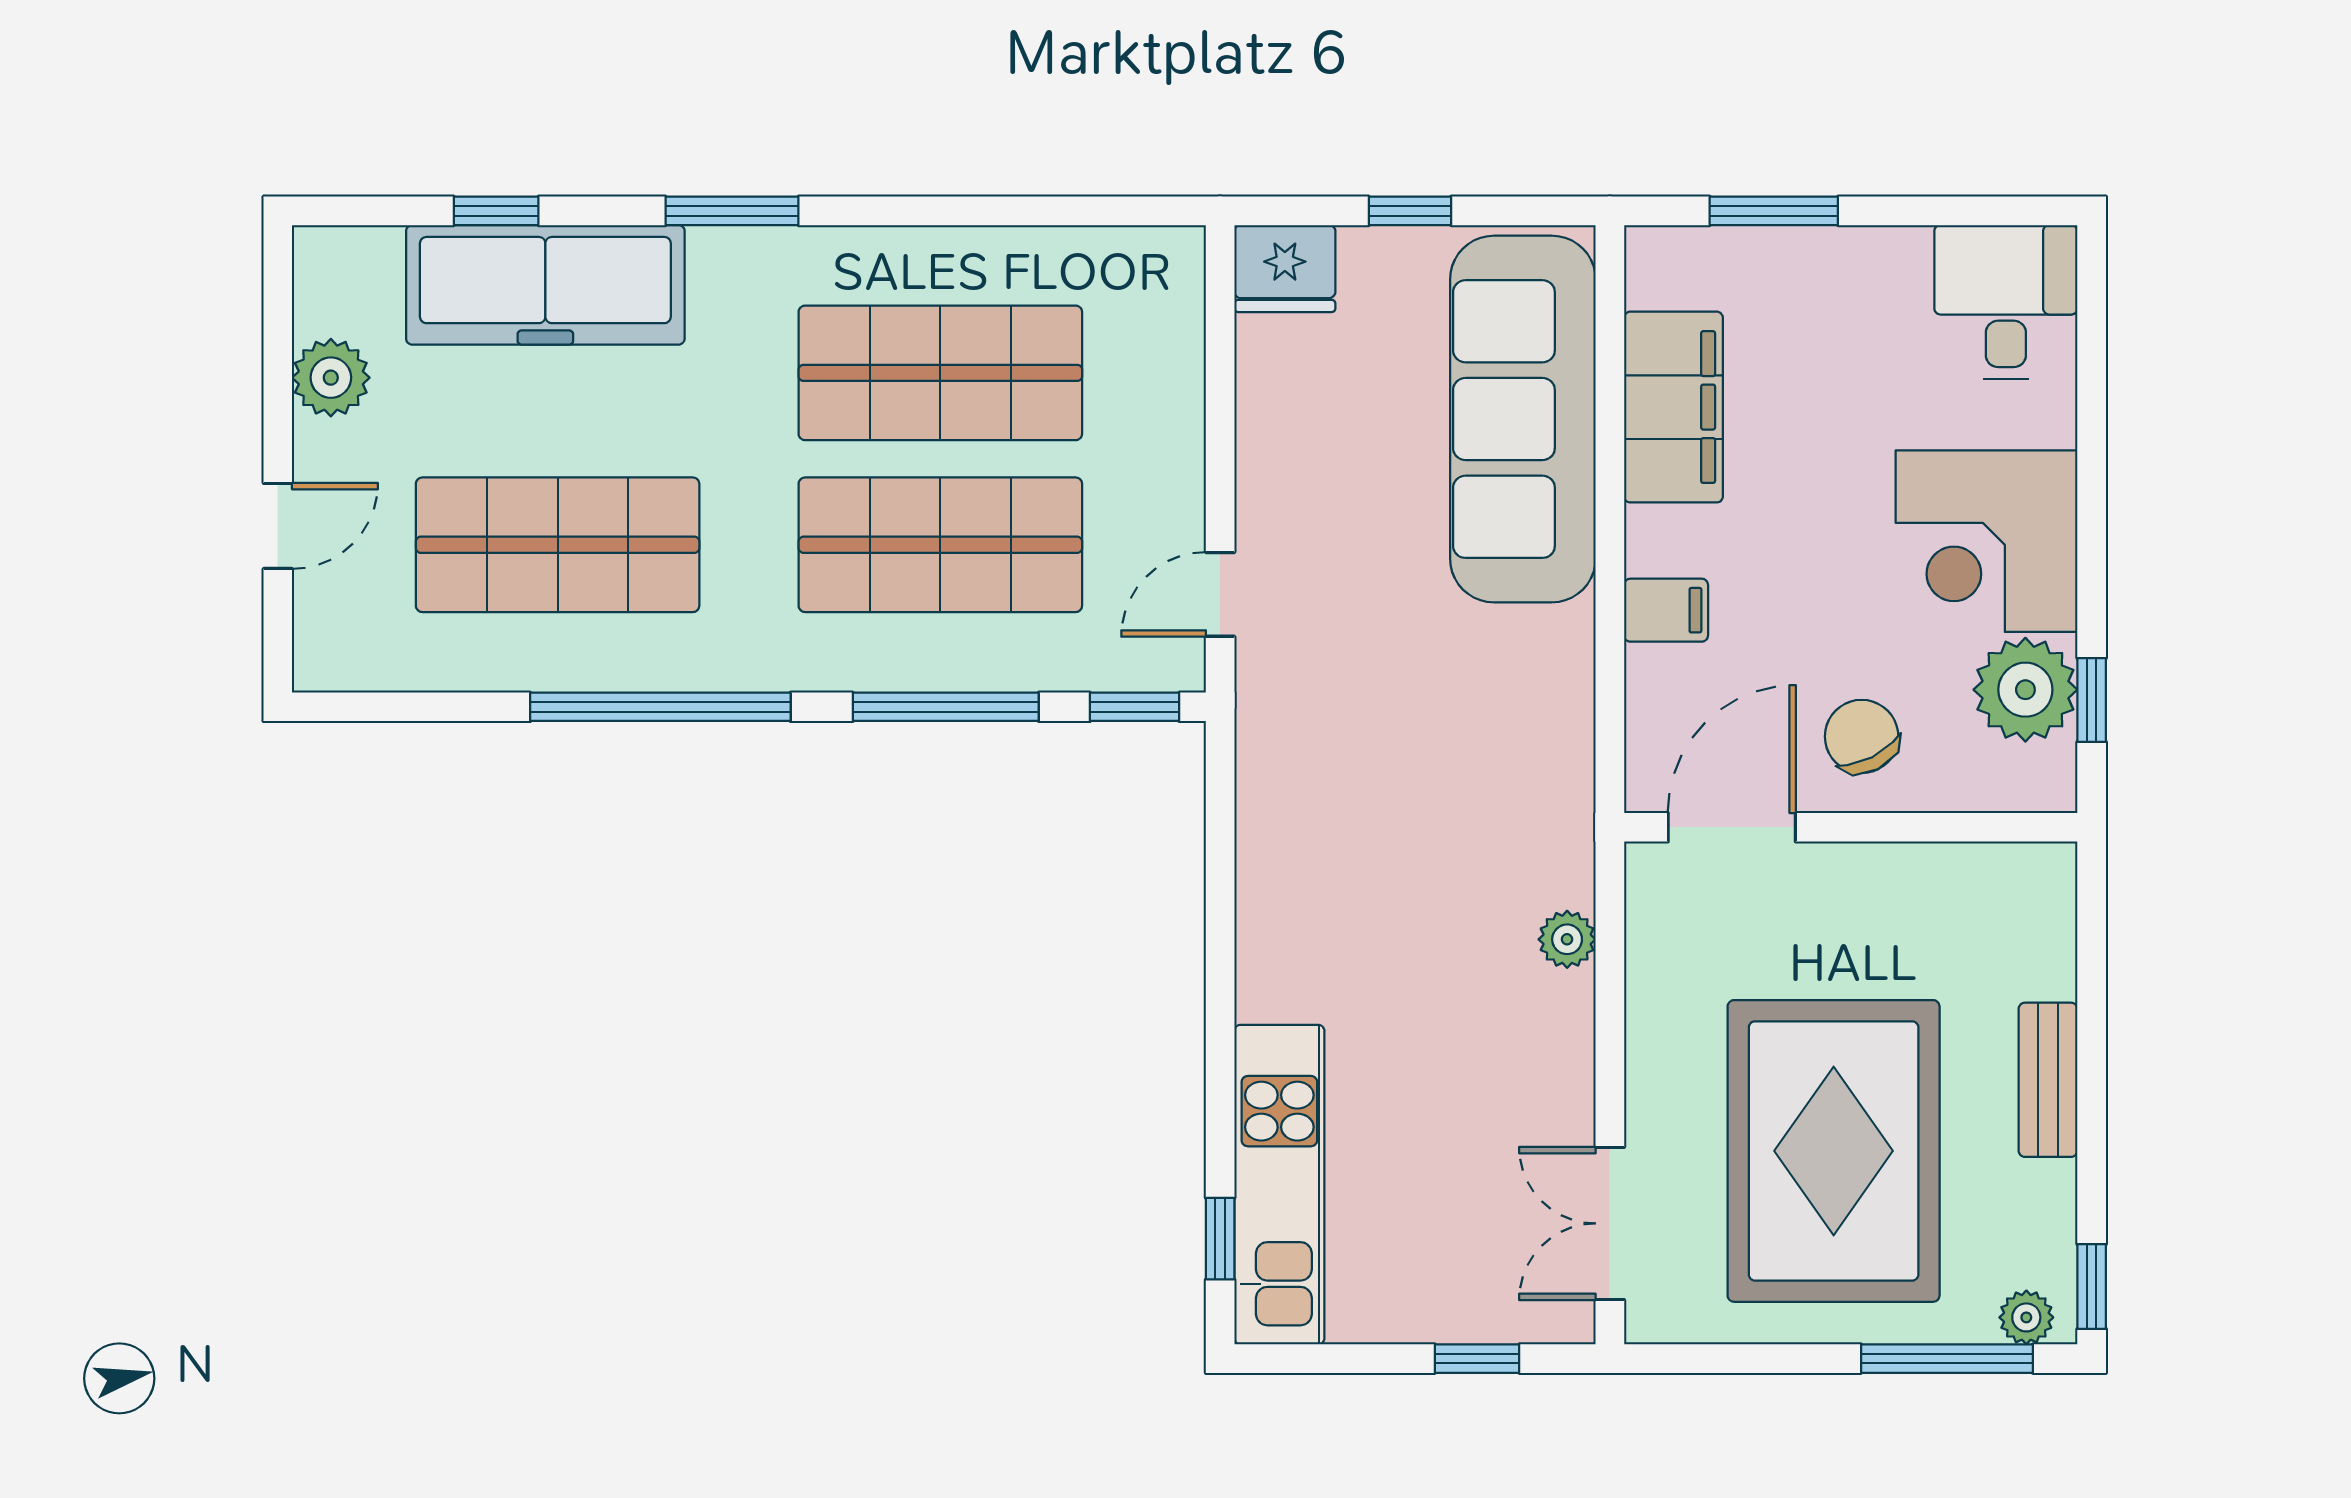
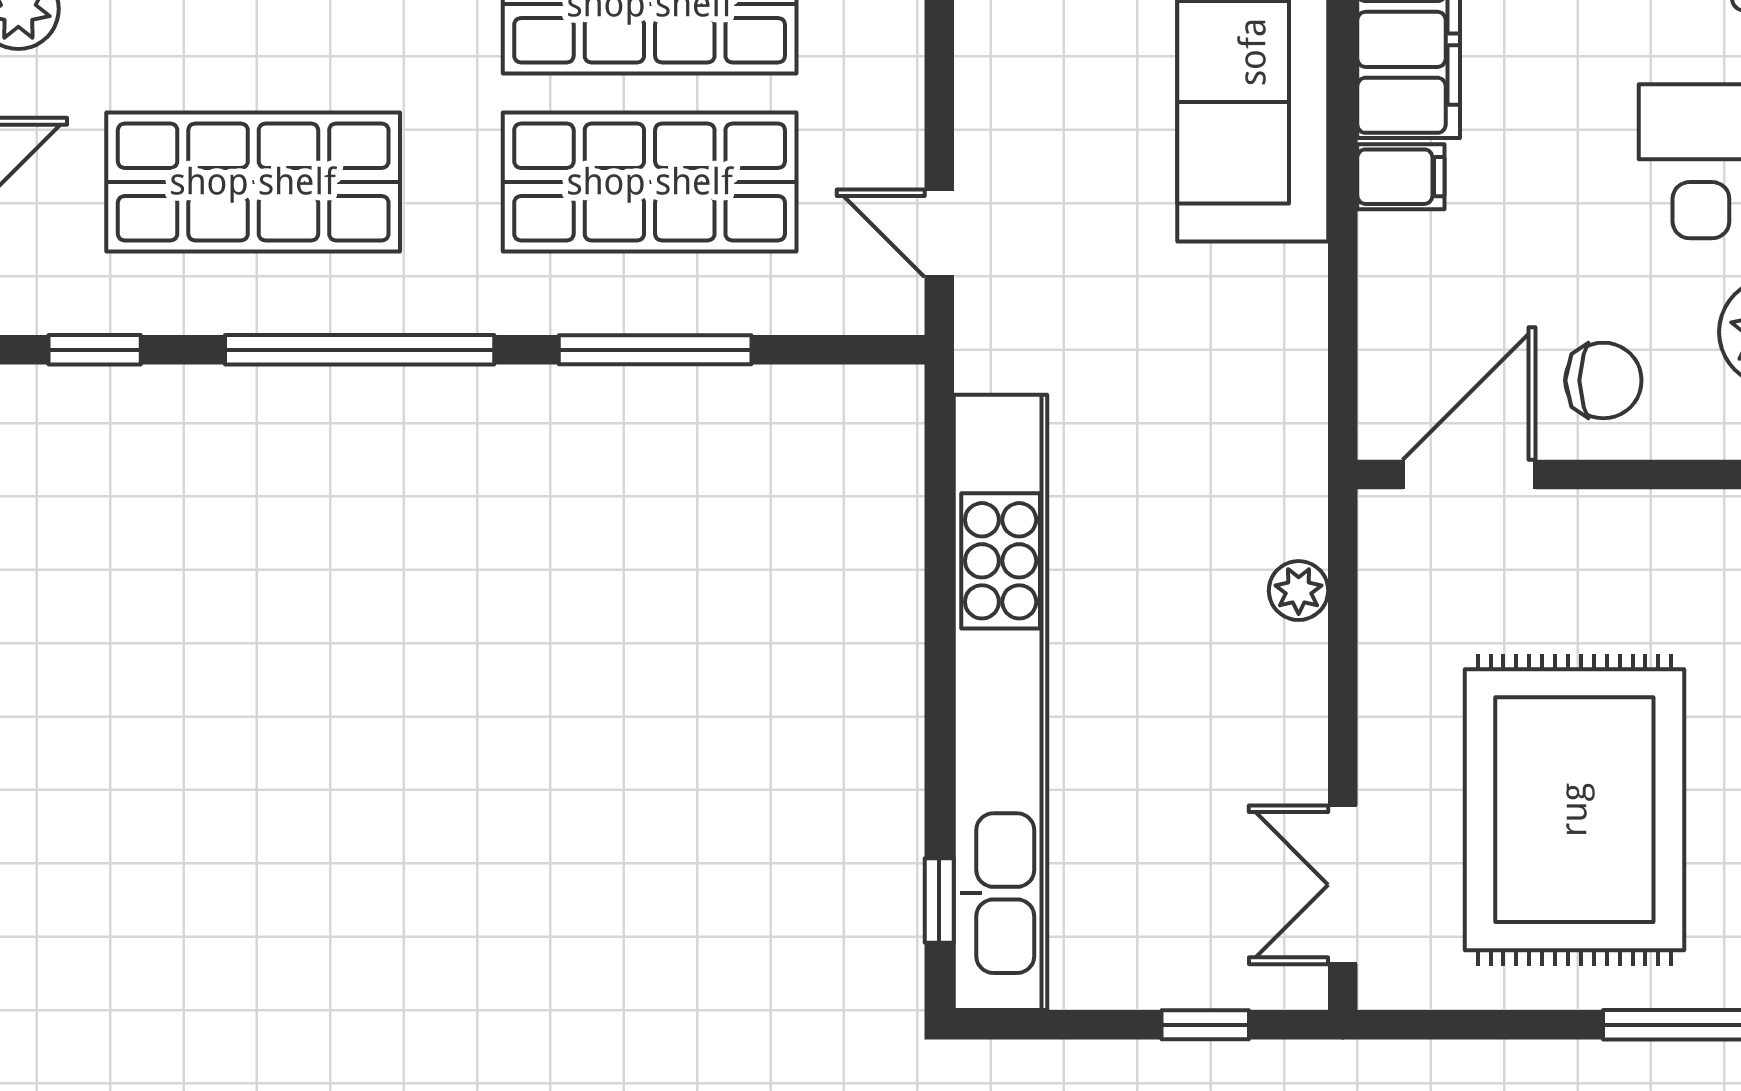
door: (1220, 594) -> (939, 233), hinge flipped
filing cabinet: (1666, 610) -> (1401, 177), moved
window: (1135, 707) -> (95, 350), moved
chair: (1862, 736) -> (1603, 380), turned 117
kitchen unit: (1279, 1185) -> (1001, 702), width x1.86

